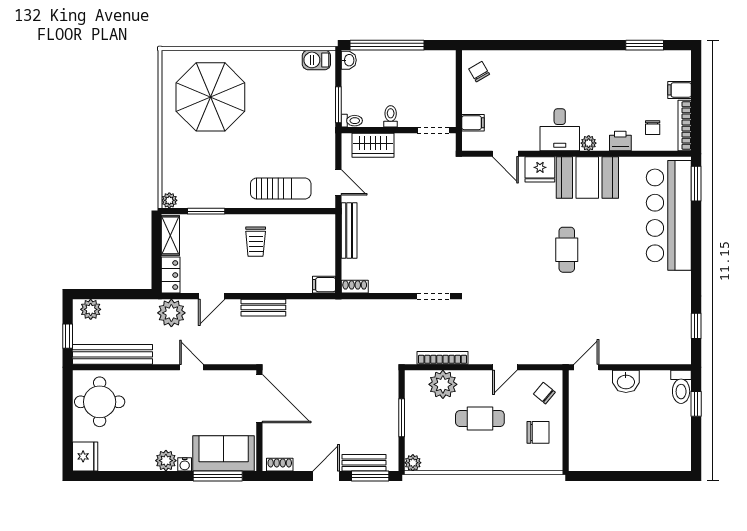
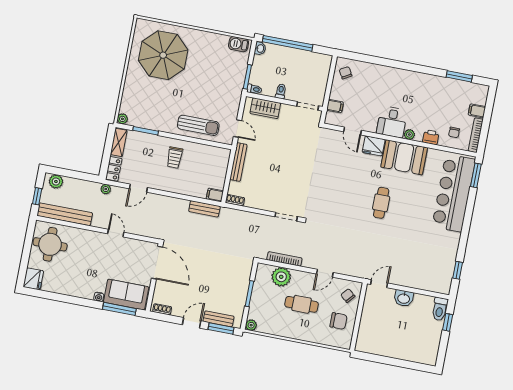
bench: (263, 308) -> (204, 209), moved
plant: (171, 313) -> (106, 189), width x0.53, depth x0.53
plant: (166, 461) -> (87, 292), removed

